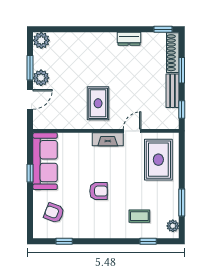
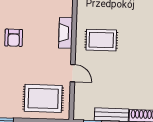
fireplace: (108, 139) -> (66, 33), moved

